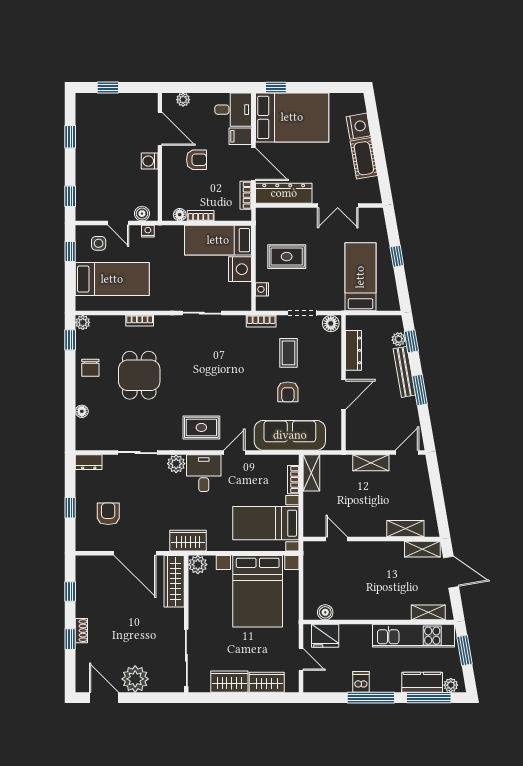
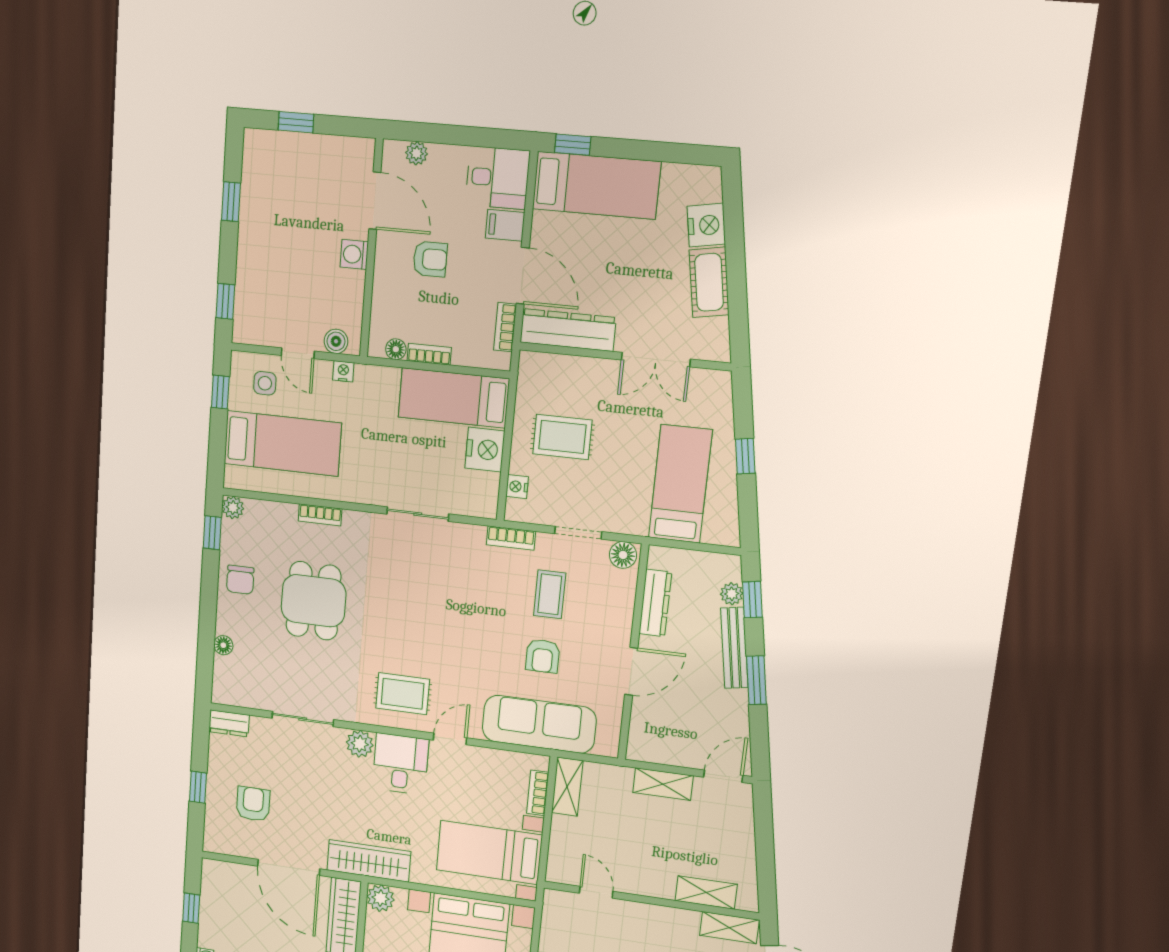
bed: (292, 117) -> (596, 185), width x0.67
wardrobe: (188, 541) -> (369, 861), width x1.50

